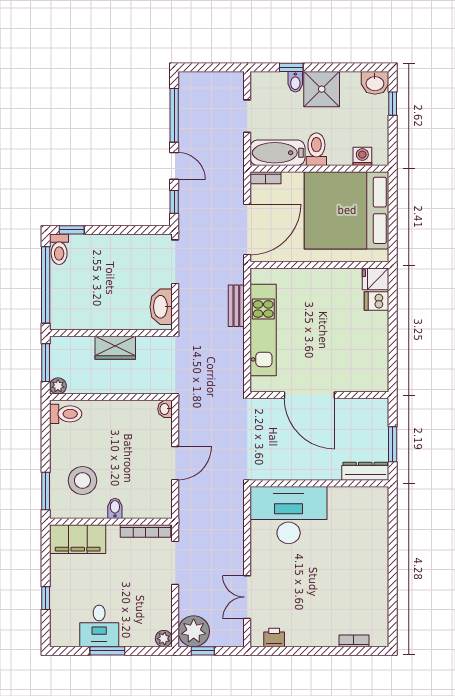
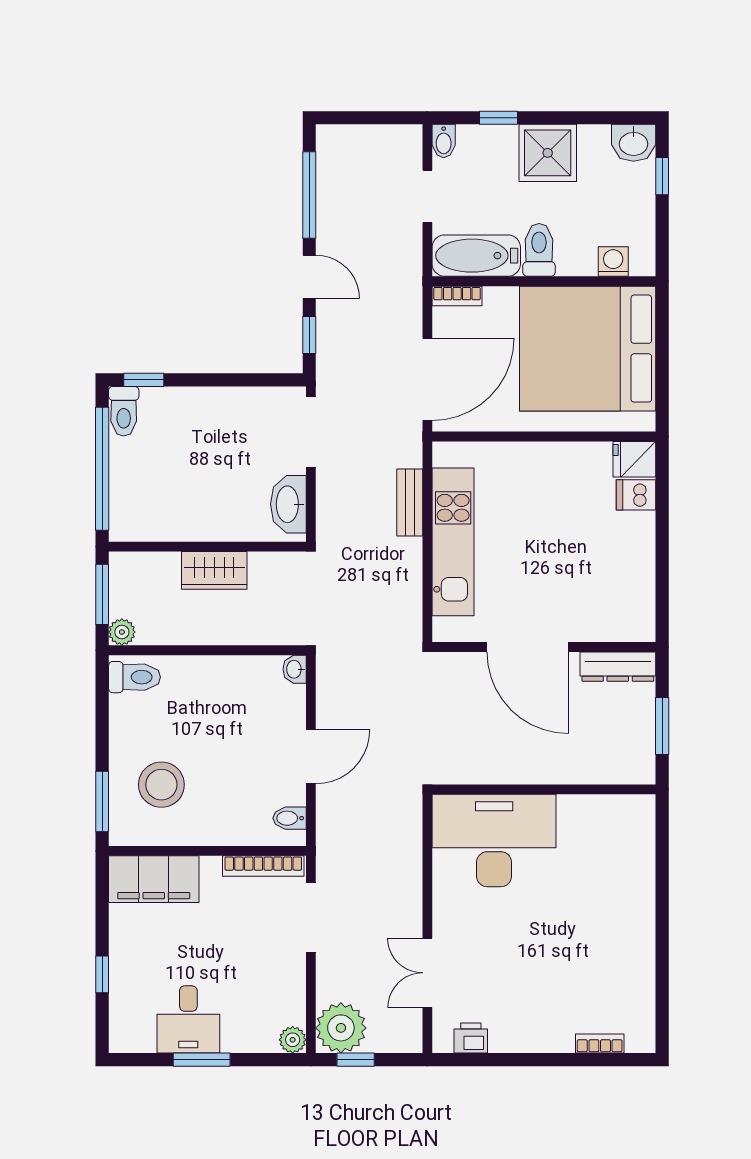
bidet: (295, 82) -> (444, 141), moved
dresser: (365, 471) -> (618, 667), moved, turned 180
bidet: (115, 508) -> (289, 818), moved, turned -90

